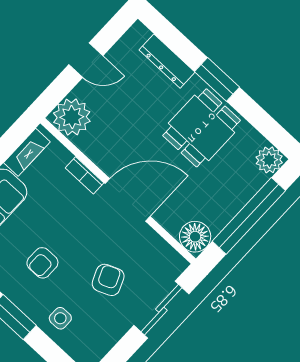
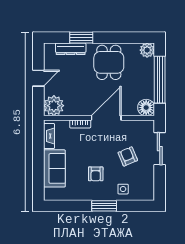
window: (217, 79) -> (81, 38), moved

